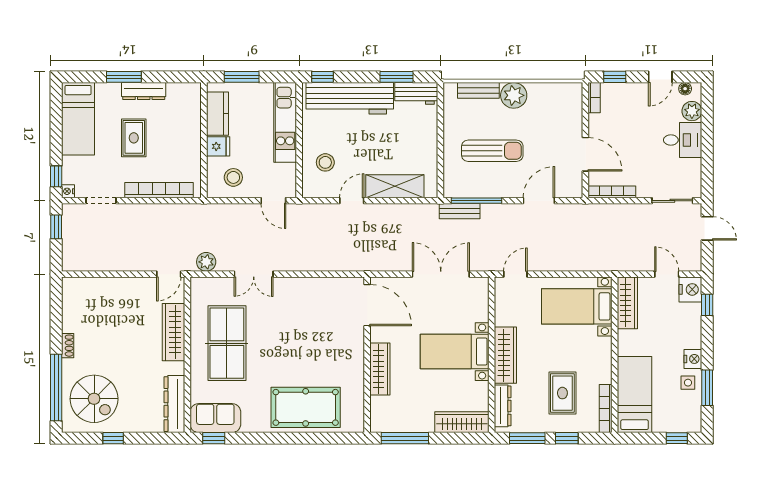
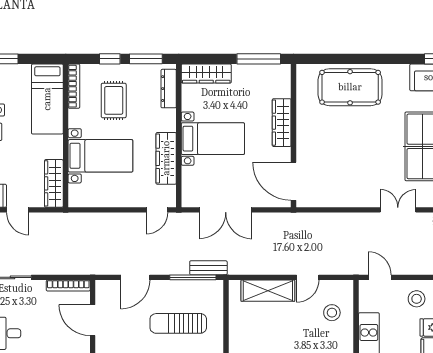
bed with nightstands: (577, 306) -> (100, 156), moved
wardrobe: (505, 355) -> (166, 158), moved

